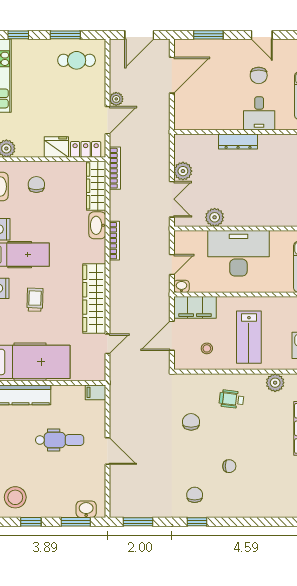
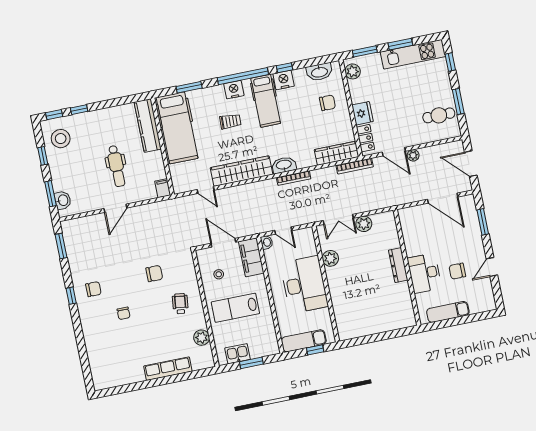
cafe table: (77, 60) -> (439, 115), turned 90
desk: (259, 113) -> (424, 273), width x1.37
washbasin: (97, 225) -> (284, 165), moved

